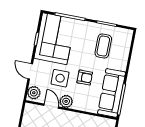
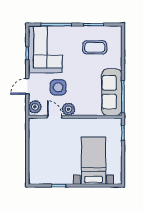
coffee table: (103, 46) -> (95, 47), turned 90
door: (30, 71) -> (27, 86), hinge flipped
armchair: (85, 78) -> (82, 82), removed

